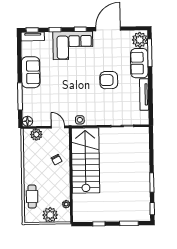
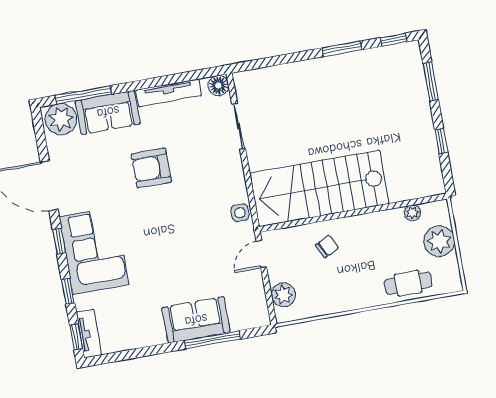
sofa: (31, 72) -> (196, 320), moved
armchair: (109, 80) -> (151, 168), turned 90
floor lamp: (27, 121) -> (218, 85), moved

